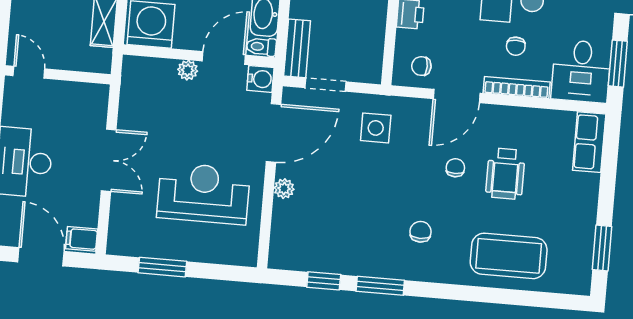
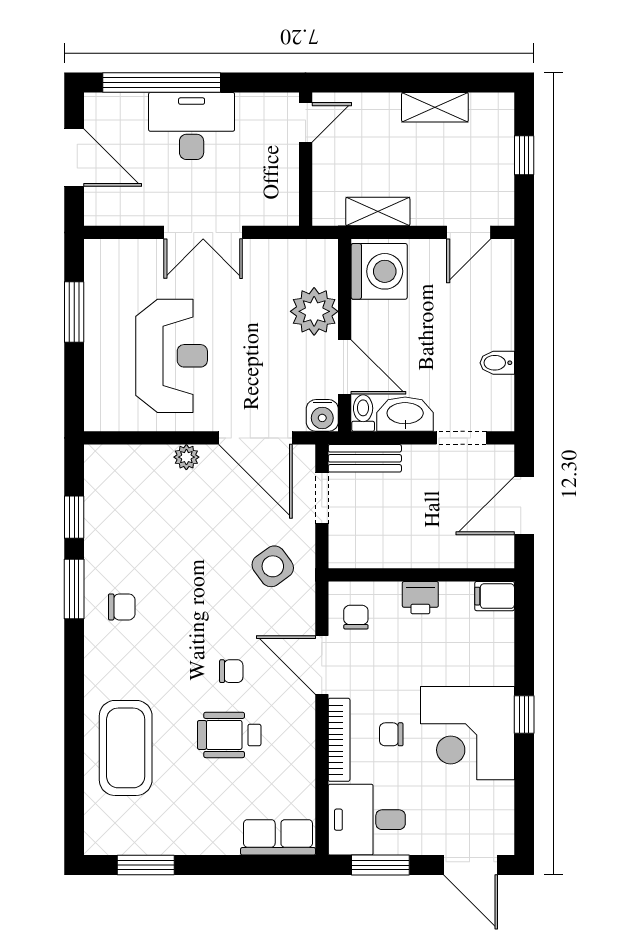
plant: (188, 70) -> (314, 311), width x1.88, depth x1.88
side table: (376, 128) -> (273, 566), turned -36
chair: (421, 232) -> (122, 607), moved
filing cabinet: (82, 239) -> (101, 207), removed
door: (41, 257) -> (74, 158), hinge flipped

